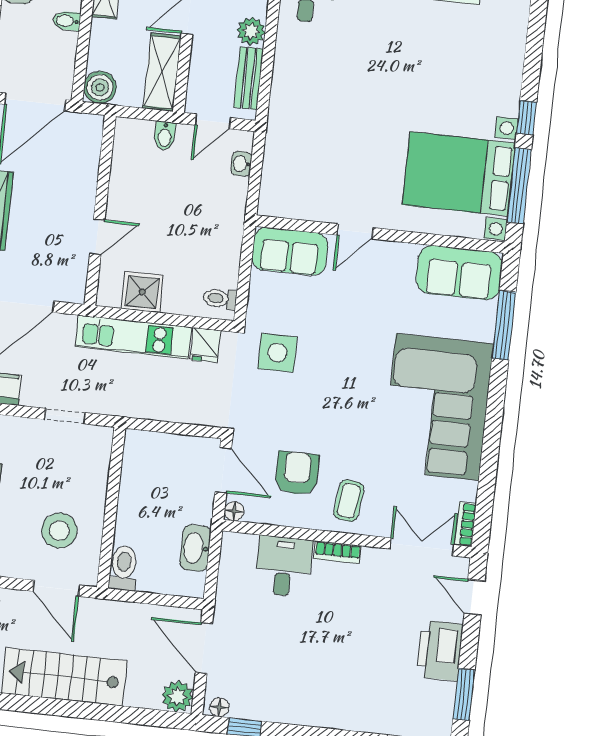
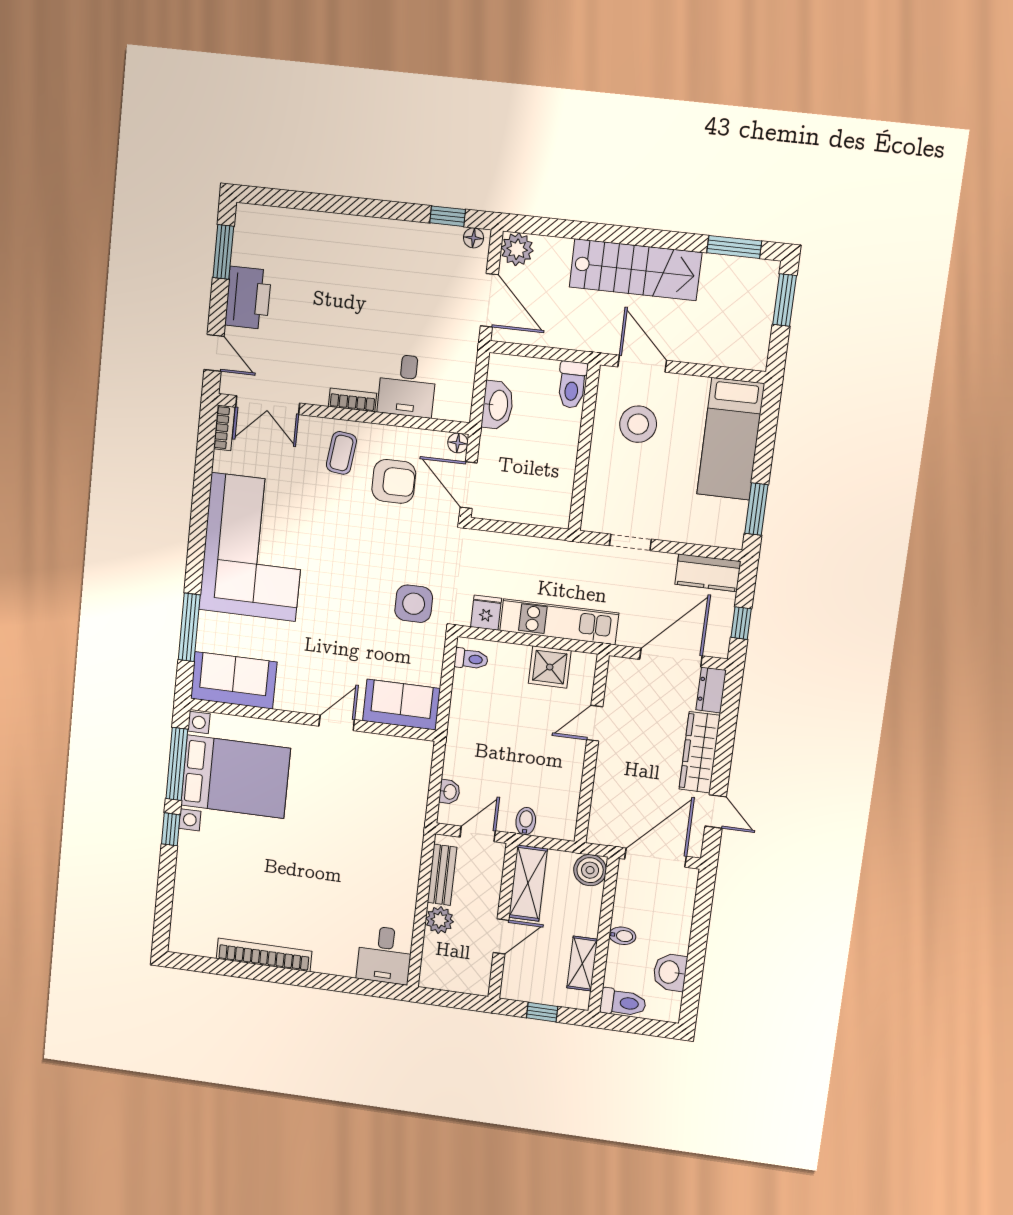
armchair: (297, 473) -> (394, 481), turned -90

